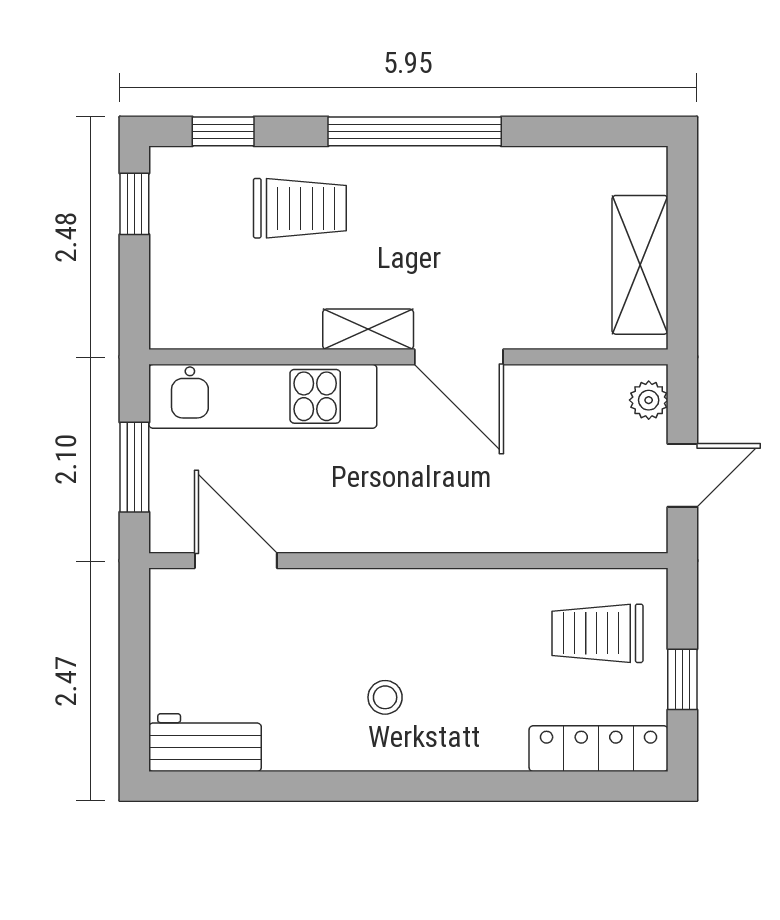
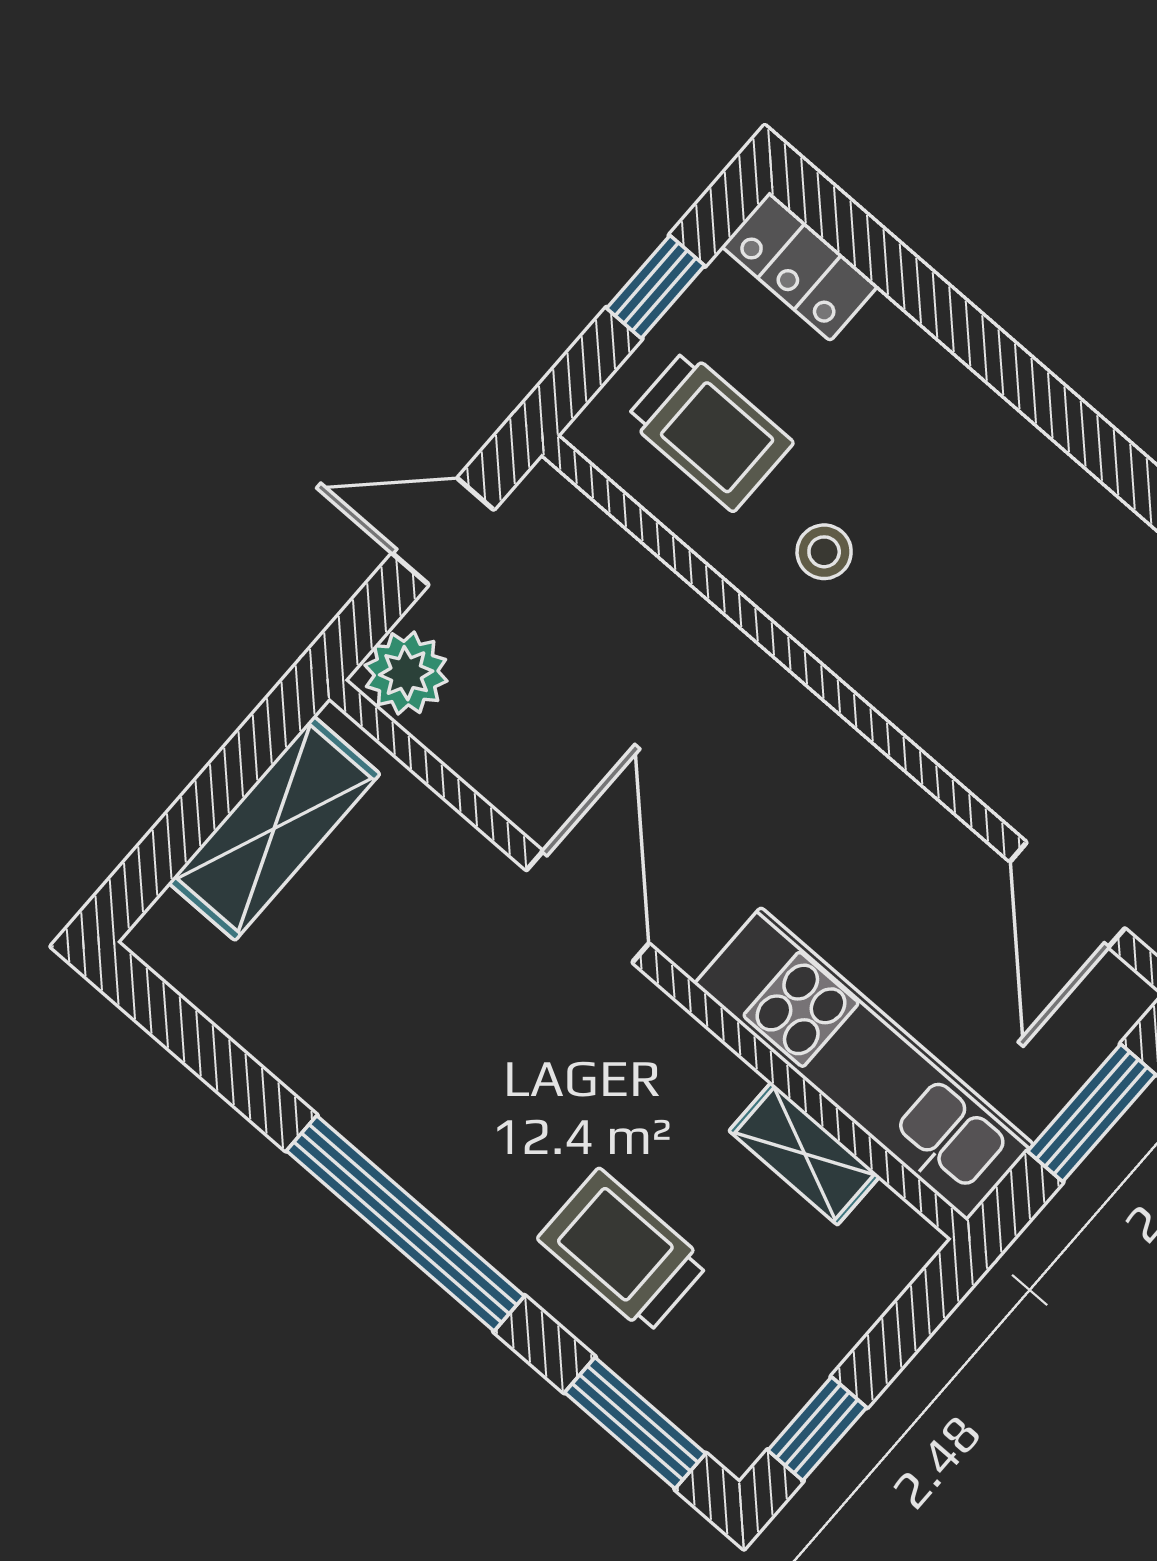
window: (223, 131) -> (635, 1423), width x1.50
shelving: (368, 329) -> (804, 1154), moved
plant: (649, 400) -> (406, 673), width x1.38, depth x1.38
stool: (385, 697) -> (824, 552), moved
locker: (599, 749) -> (800, 266), width x0.66

